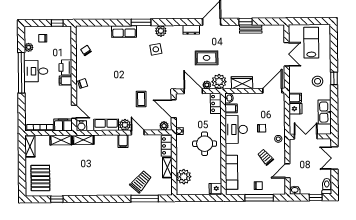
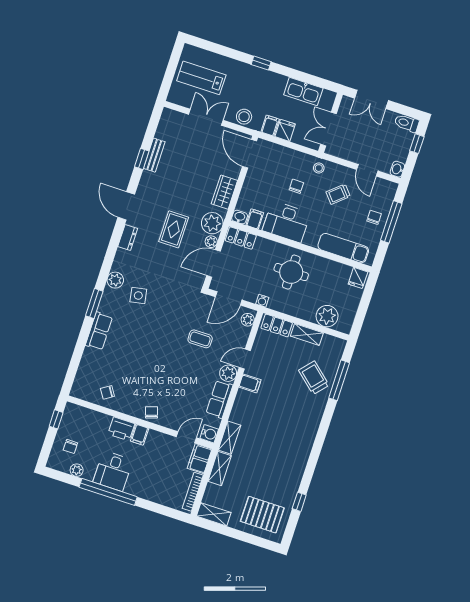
stool: (318, 81) -> (244, 117), moved

